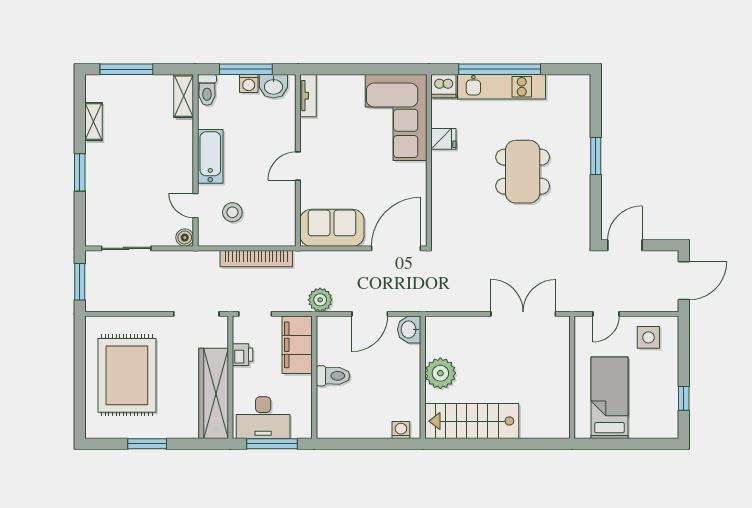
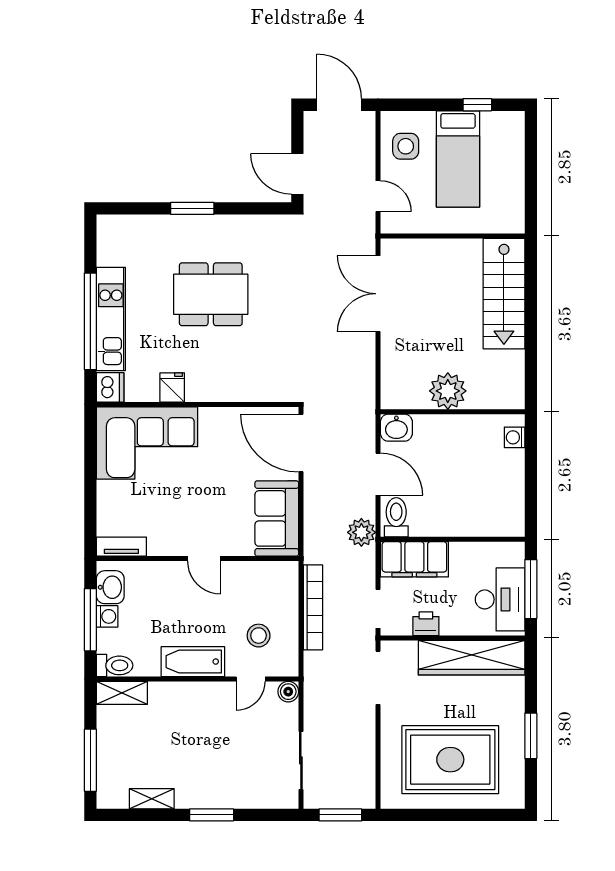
toilet: (333, 376) -> (396, 517), moved
bed: (609, 398) -> (458, 159), moved, turned -90
stairs: (472, 421) -> (504, 294), moved

